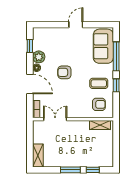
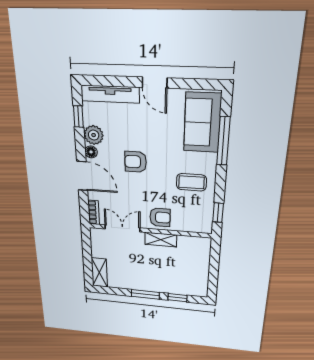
door: (76, 25) -> (155, 83), swing flipped
tv unit: (50, 32) -> (110, 94), added
window: (116, 85) -> (218, 213), moved
armchair: (99, 104) -> (160, 217), moved
shelving: (100, 125) -> (161, 240), moved

